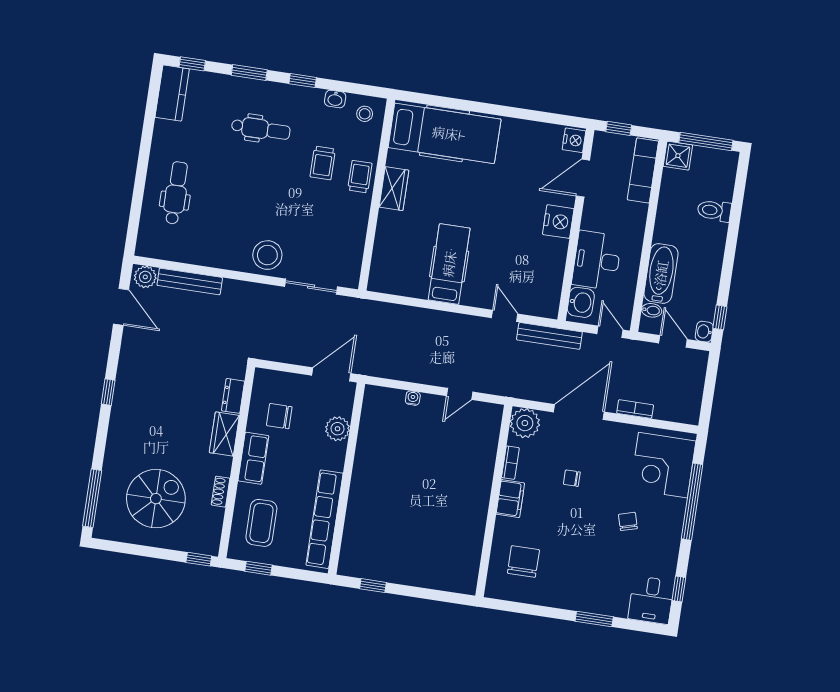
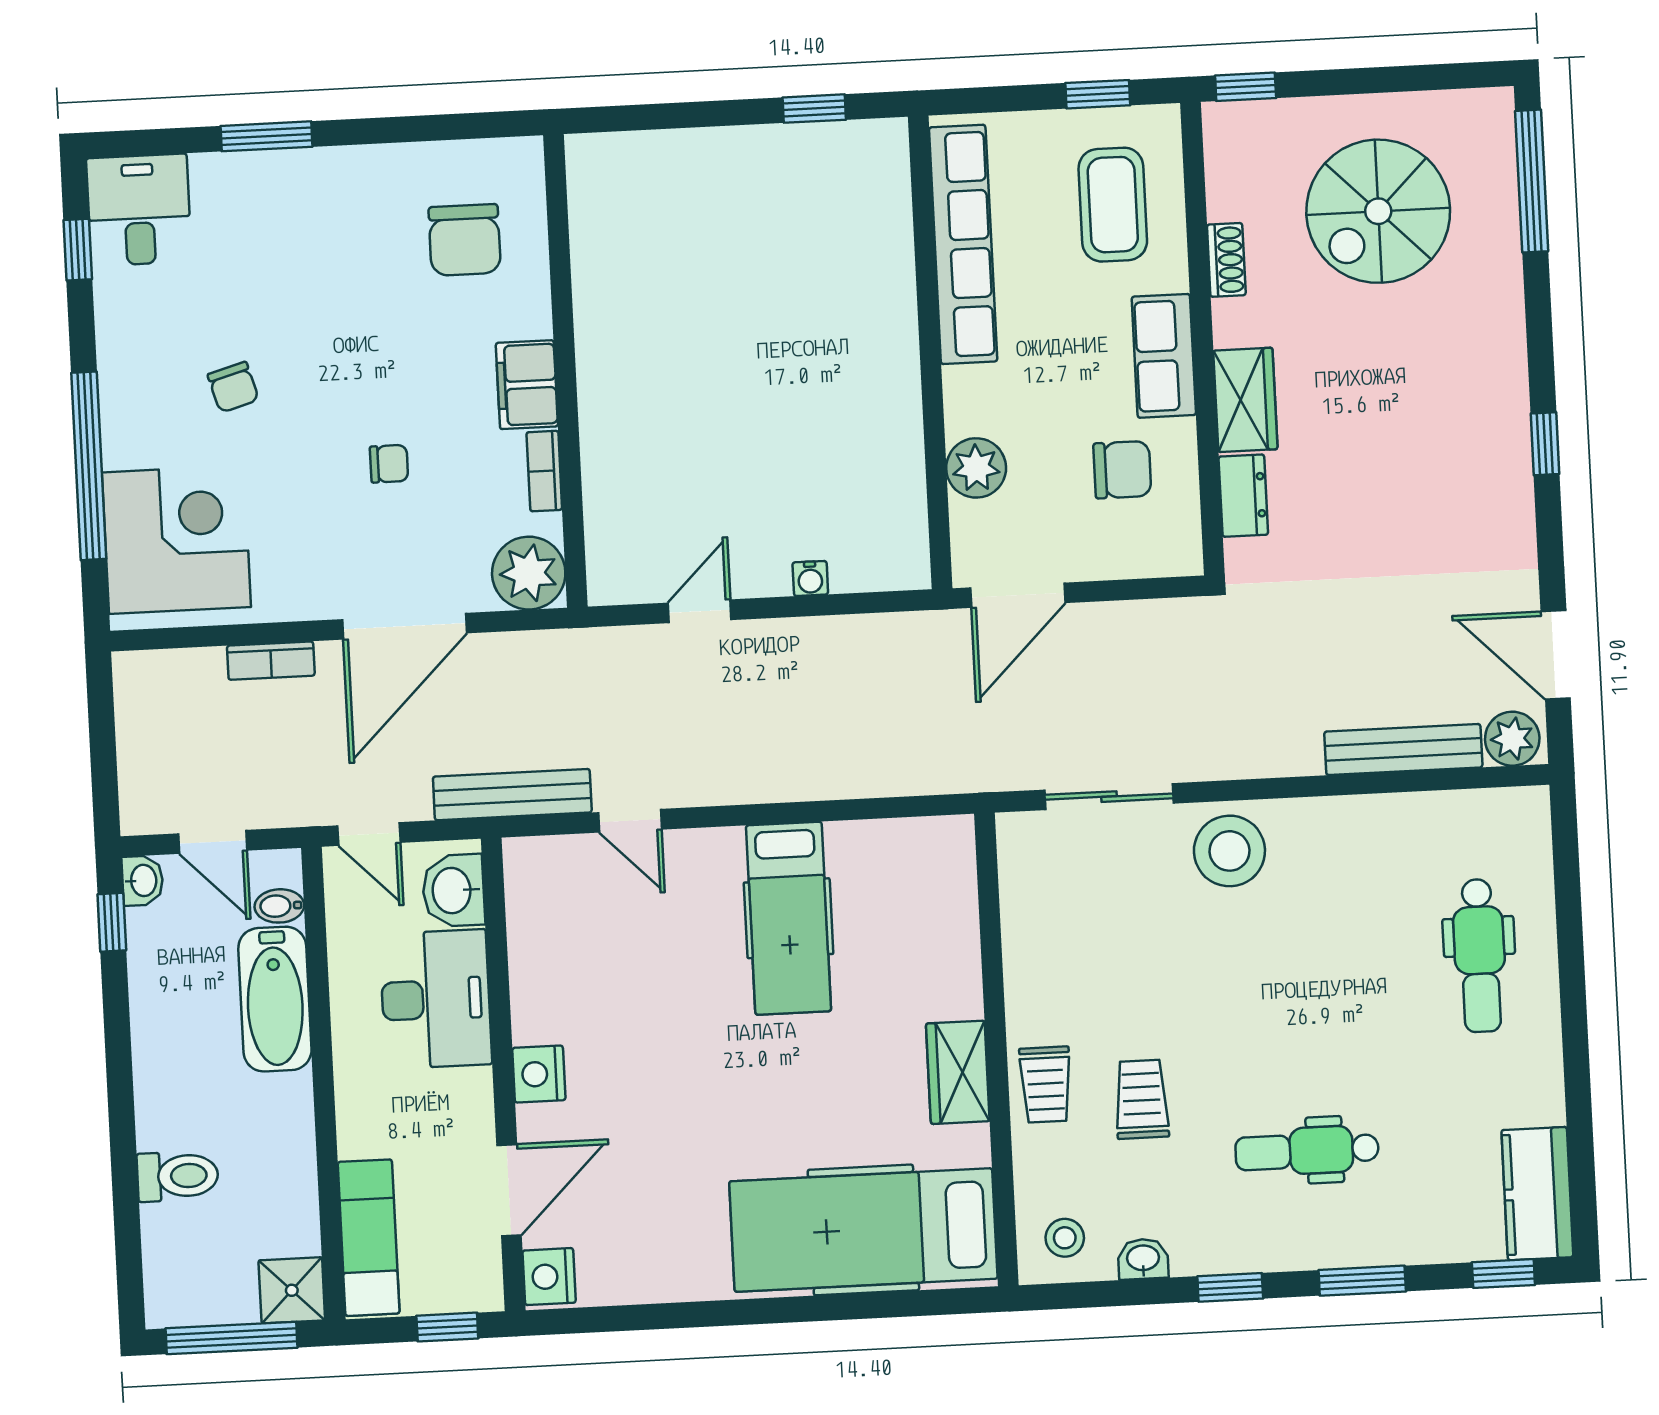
nightstand: (558, 222) -> (539, 1074), width x0.74, depth x0.75

